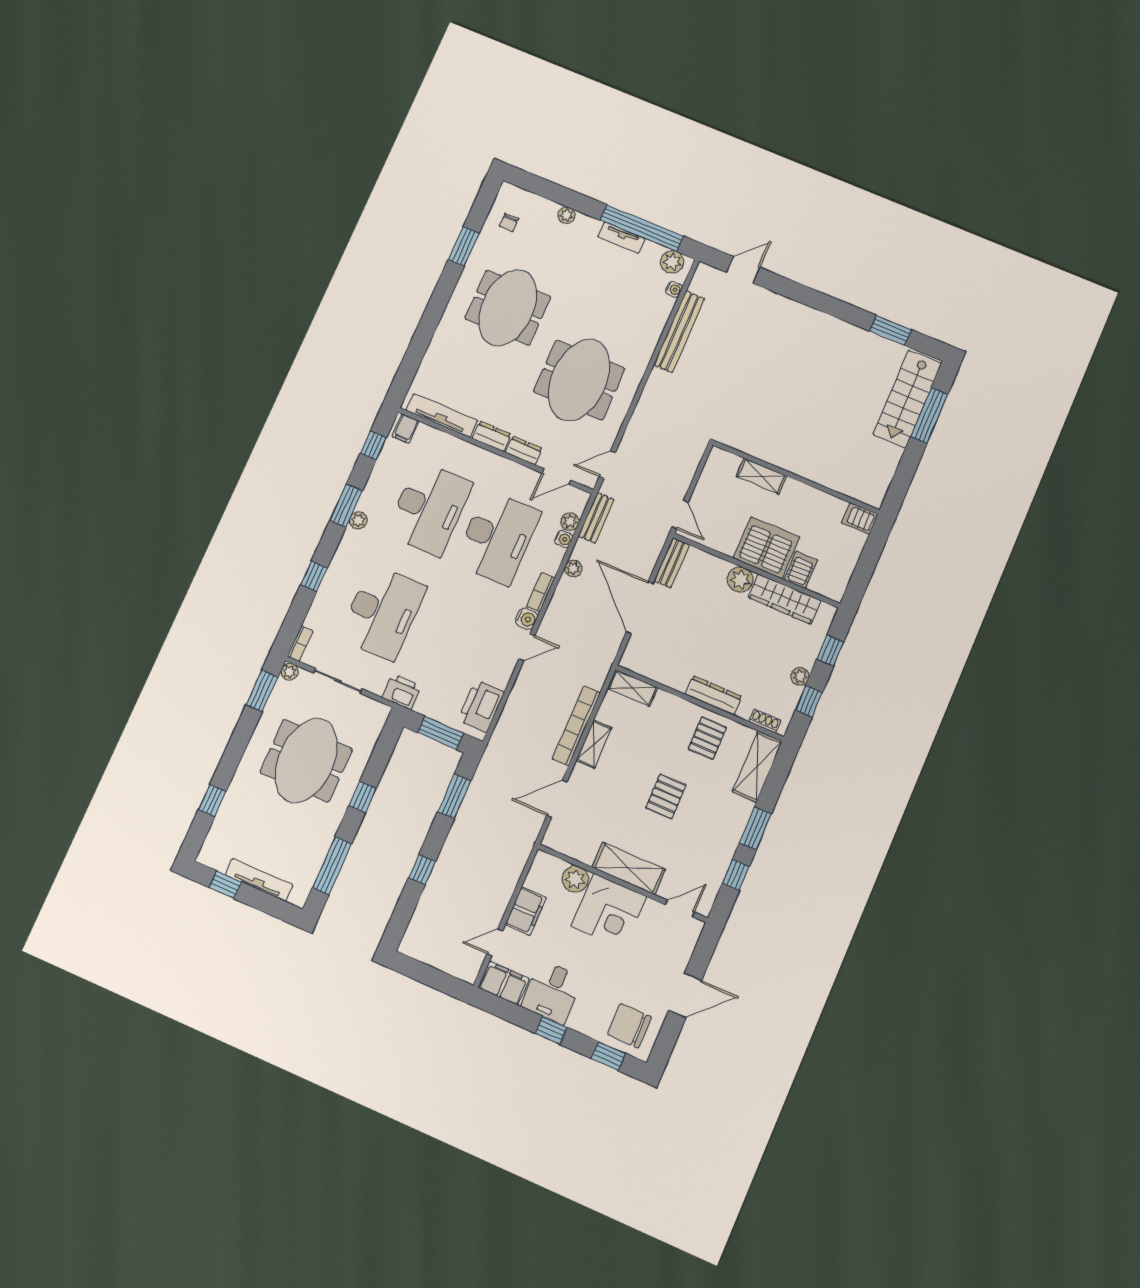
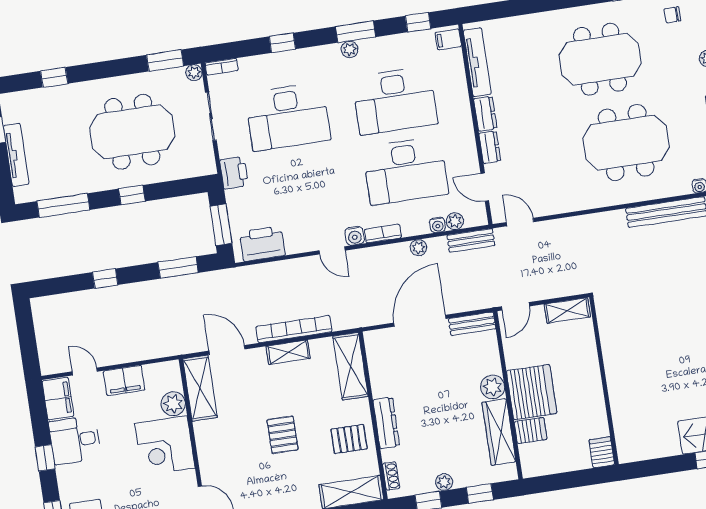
meeting table: (579, 380) -> (626, 143), moved
shelving: (761, 476) -> (567, 311), moved, turned 90
shelving: (633, 688) -> (350, 366), width x1.50, depth x1.33
pallet: (666, 796) -> (283, 435), turned 90
shelving: (629, 868) -> (200, 388), moved

